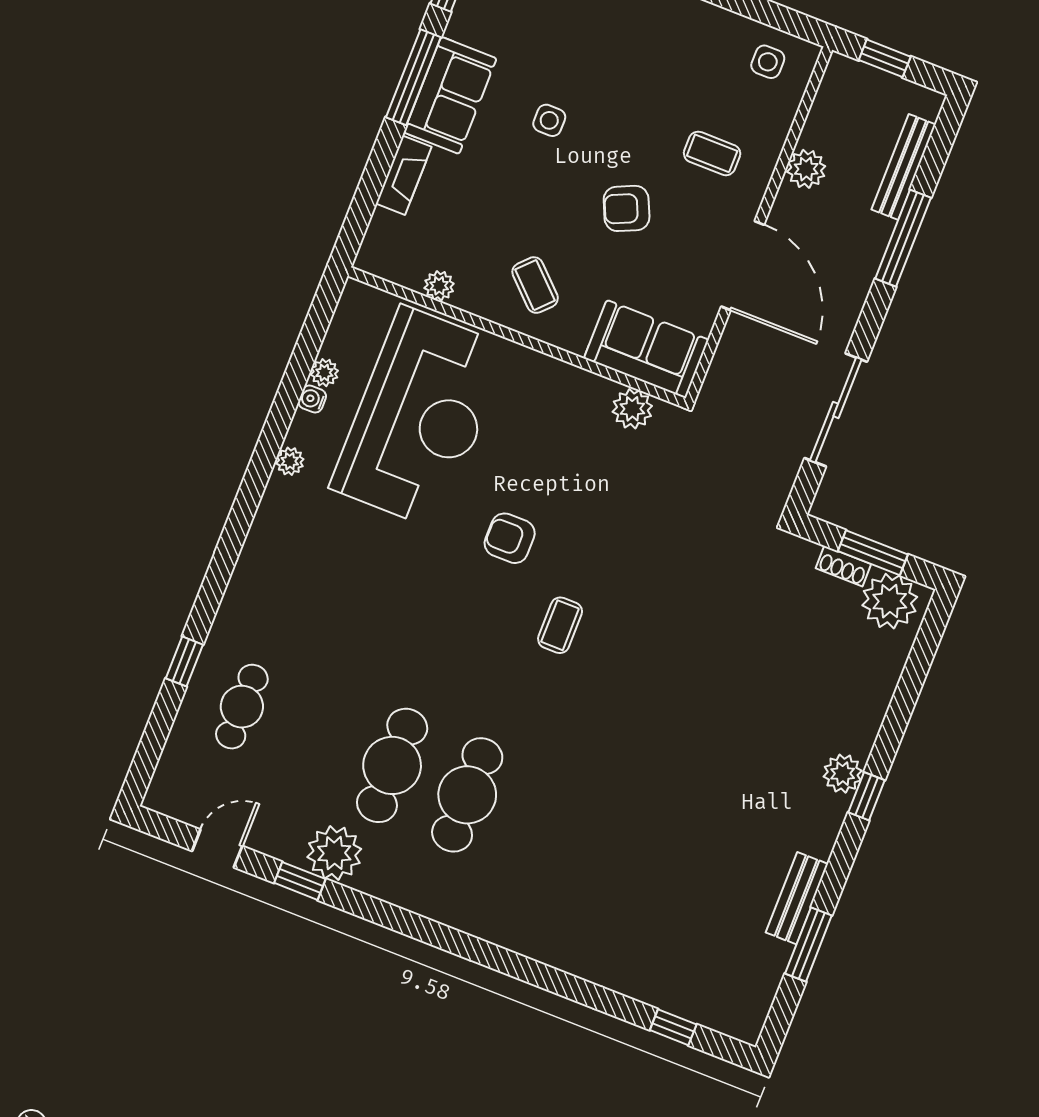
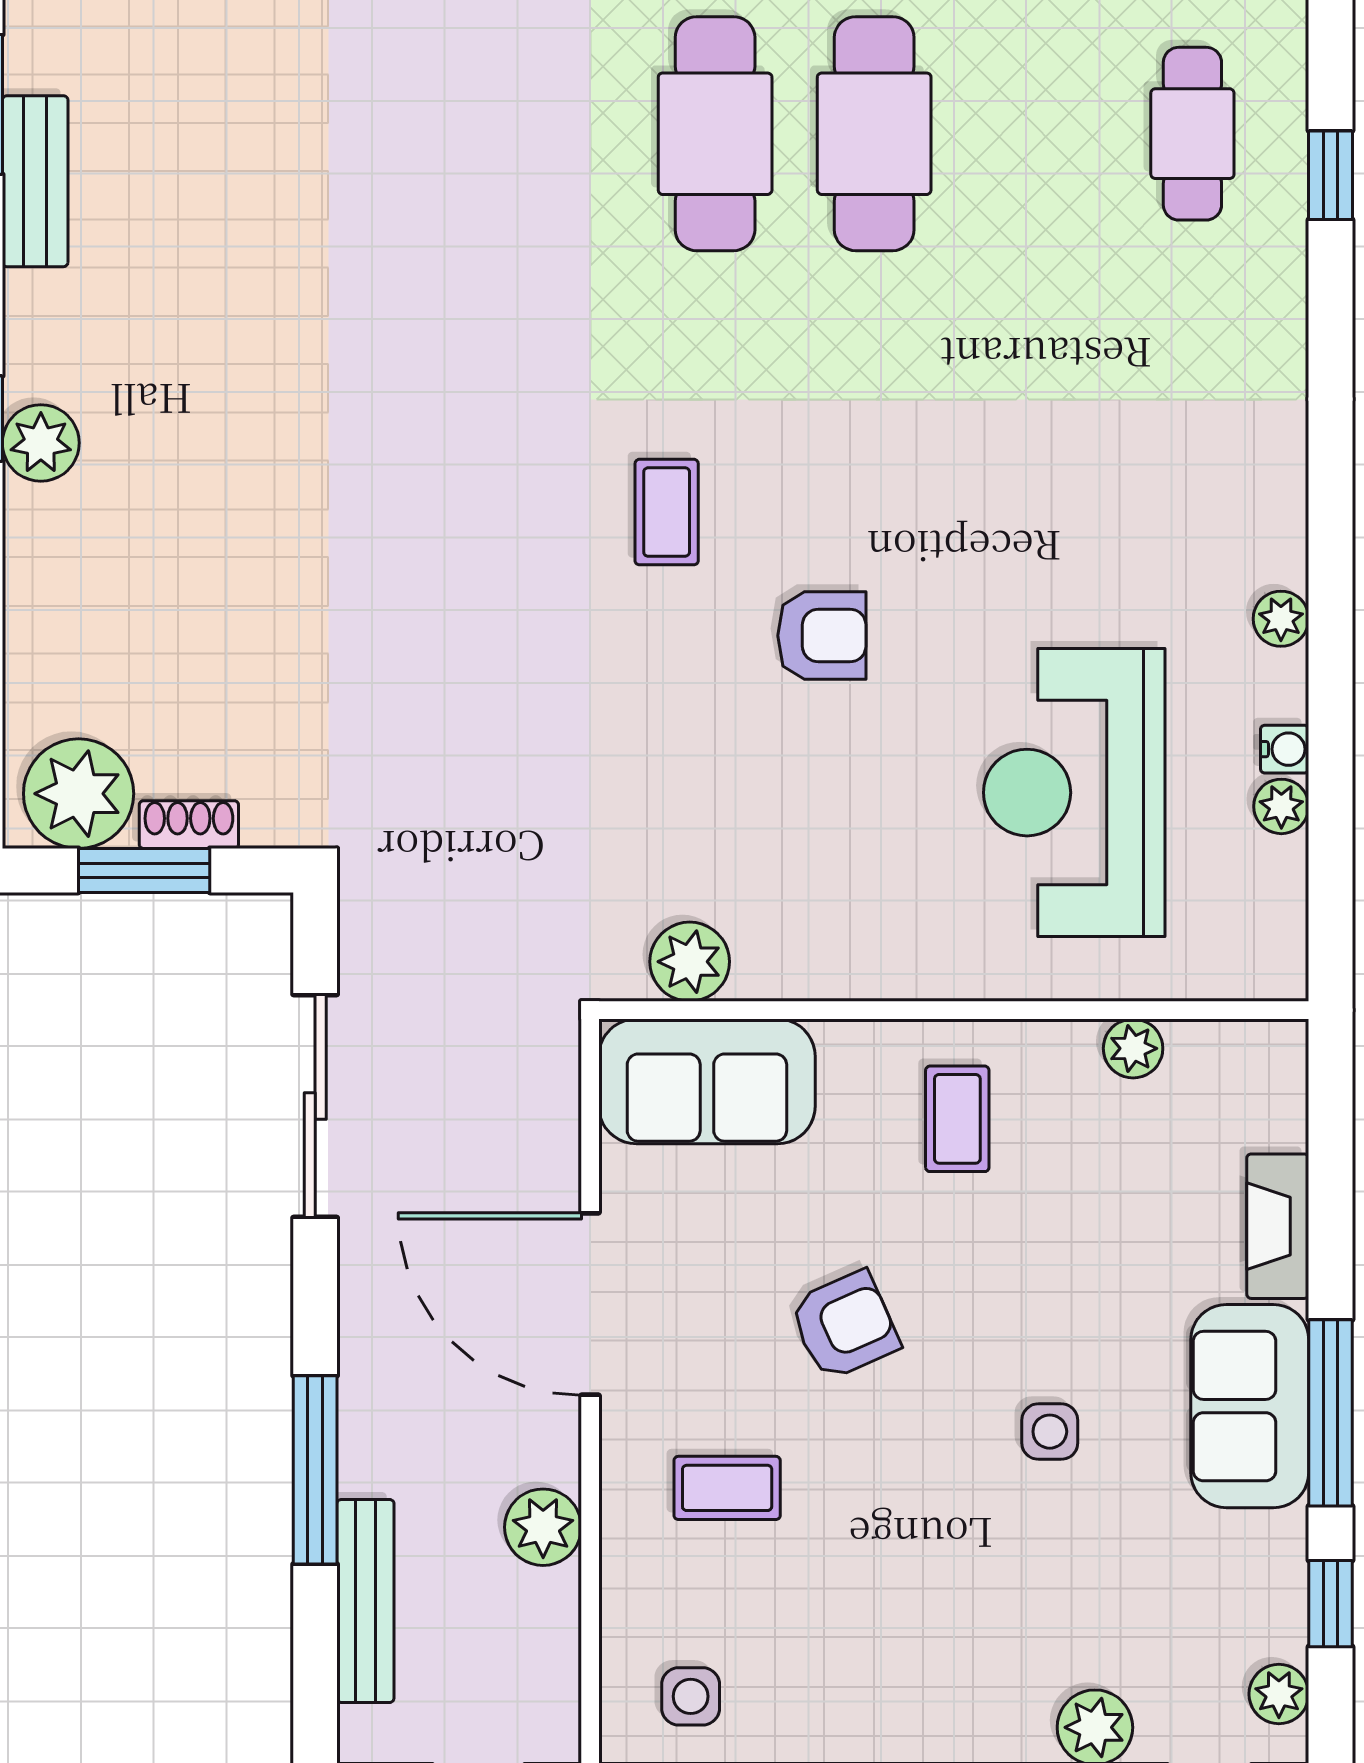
coffee table: (535, 285) -> (957, 1119), turned 46
reception desk: (420, 417) -> (1074, 793), width x0.74, depth x0.77

